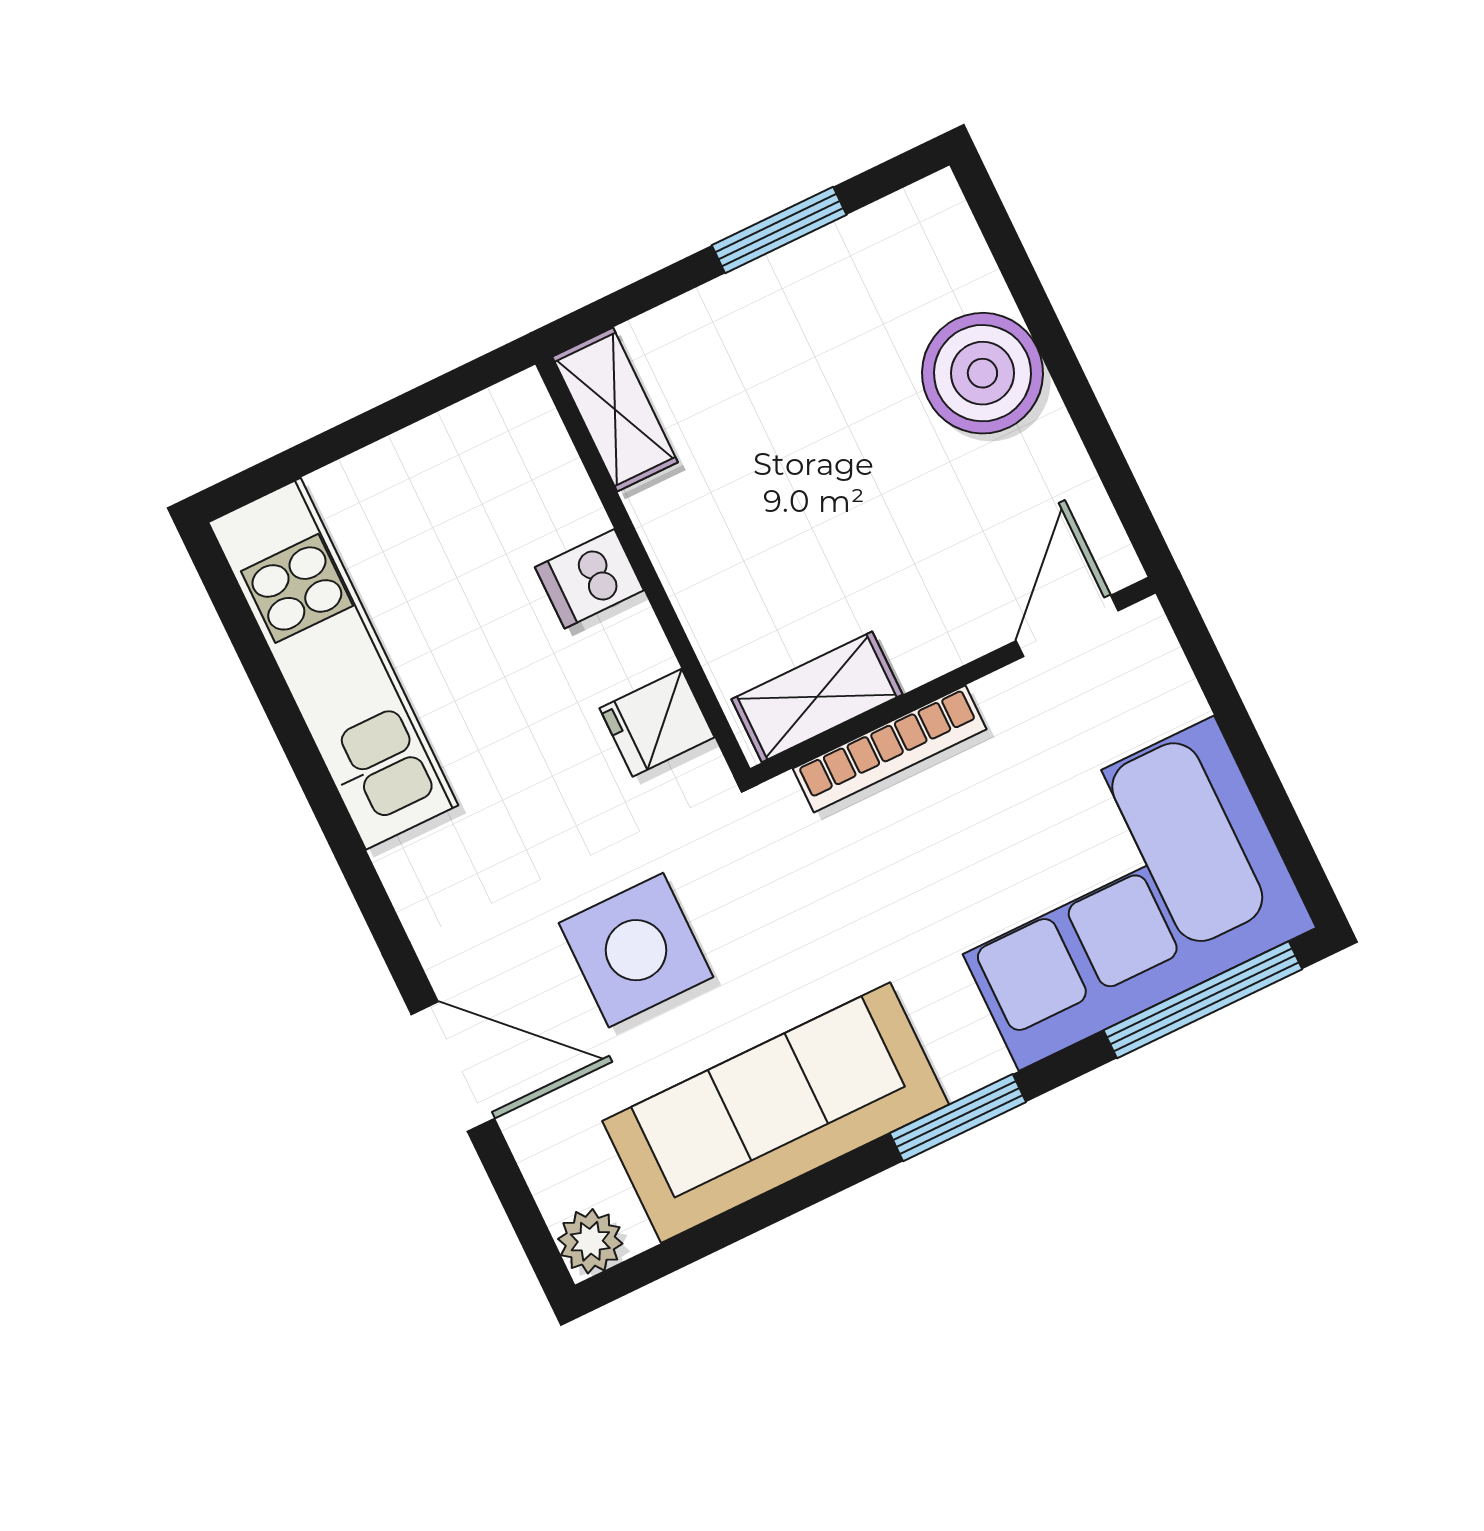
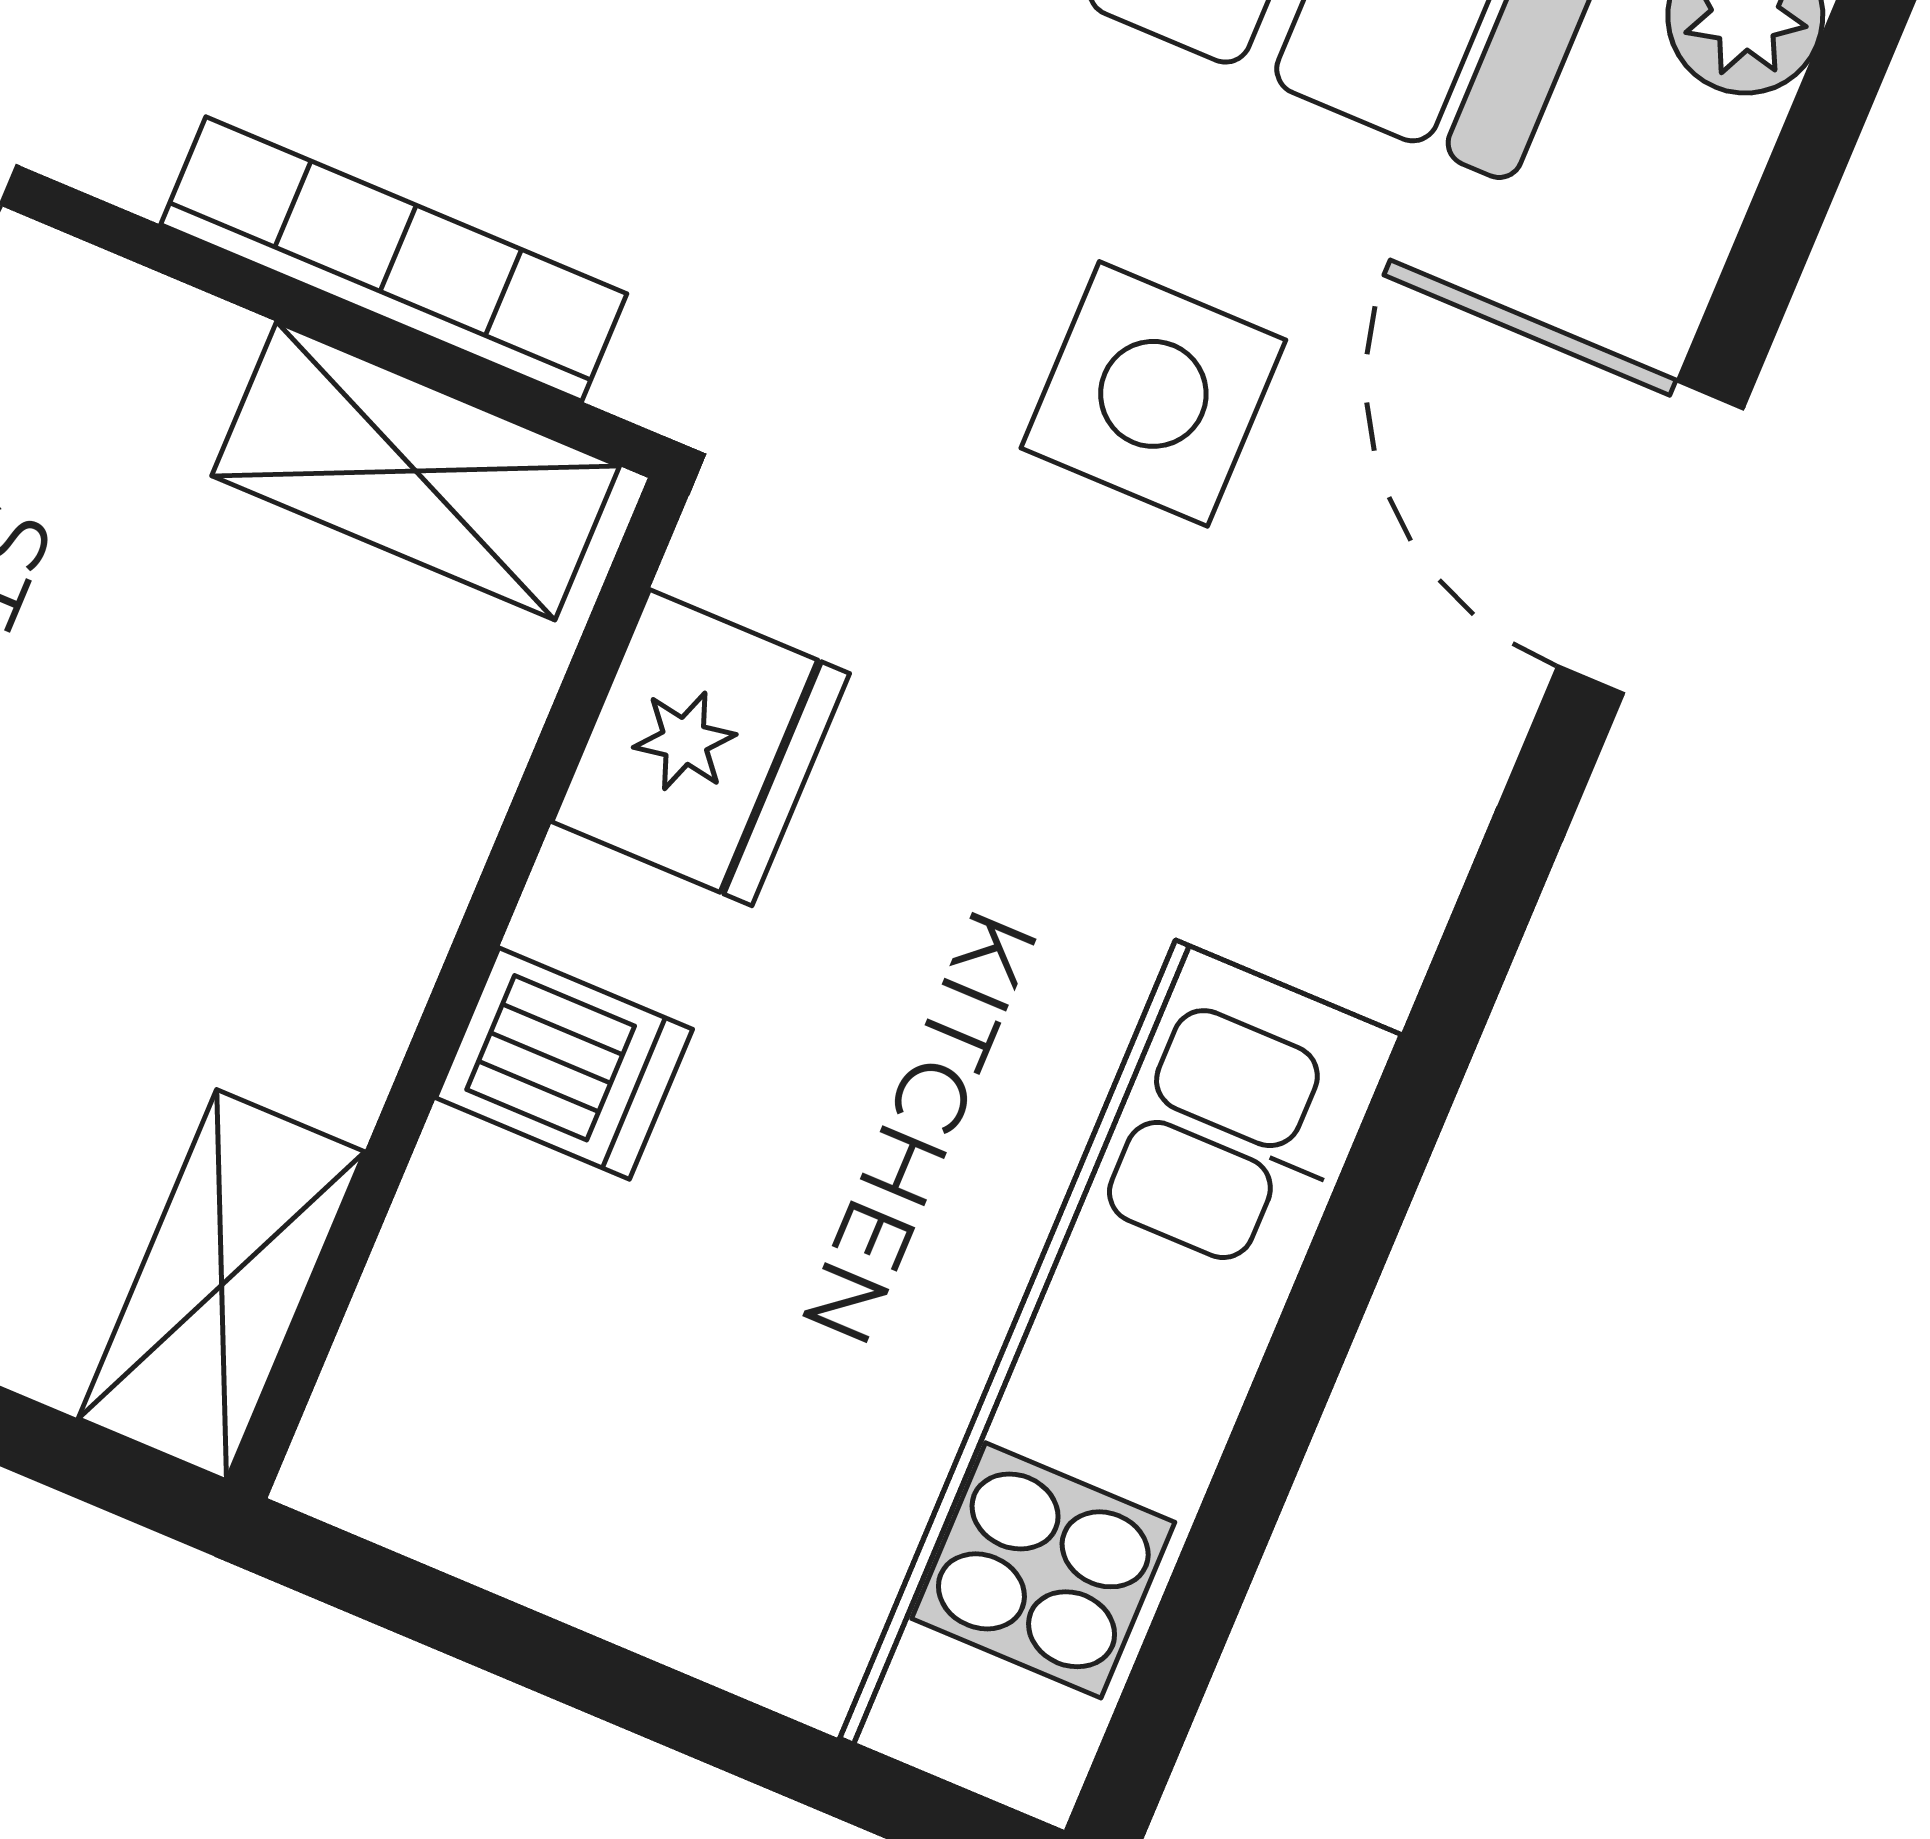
fridge: (657, 723) -> (701, 748), width x1.38
side table: (636, 950) -> (1153, 394), width x0.73, depth x0.73

